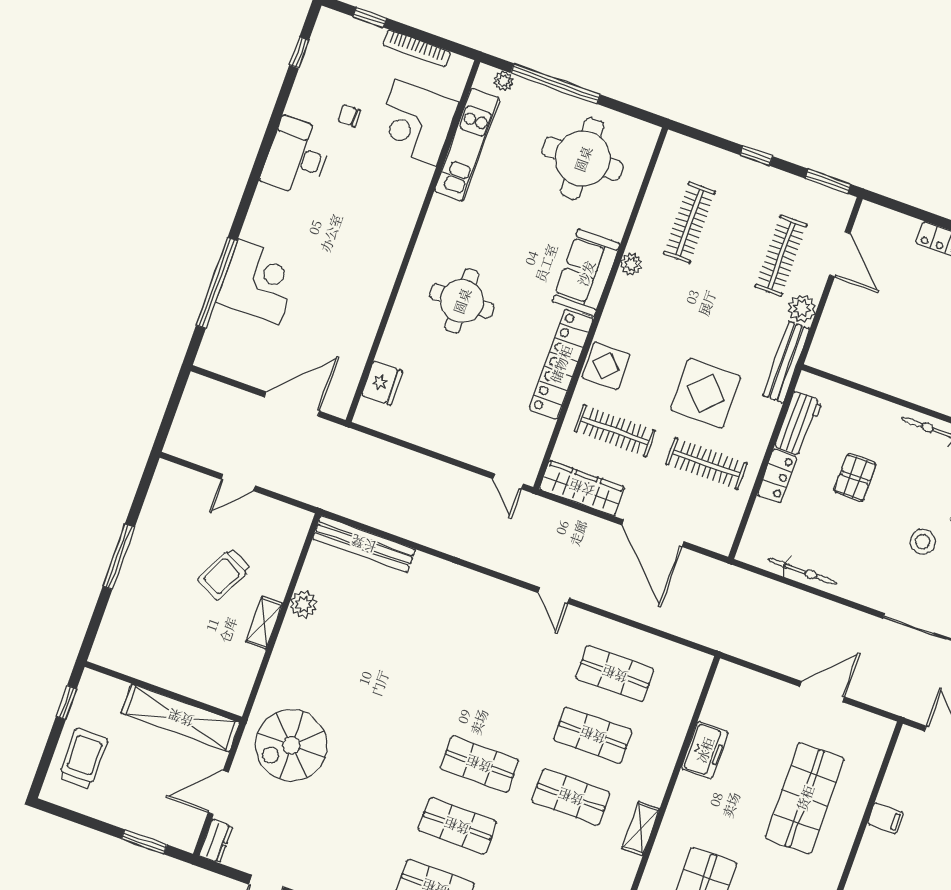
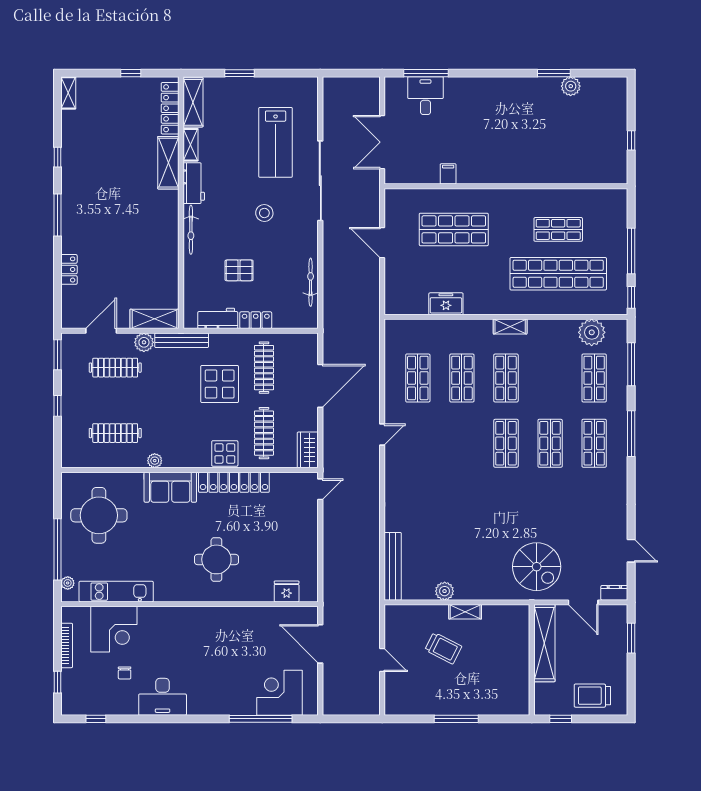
corner desk: (258, 282) -> (280, 693), moved
shelving: (830, 335) -> (155, 319), added
wardrobe: (582, 488) -> (308, 450), width x0.67

